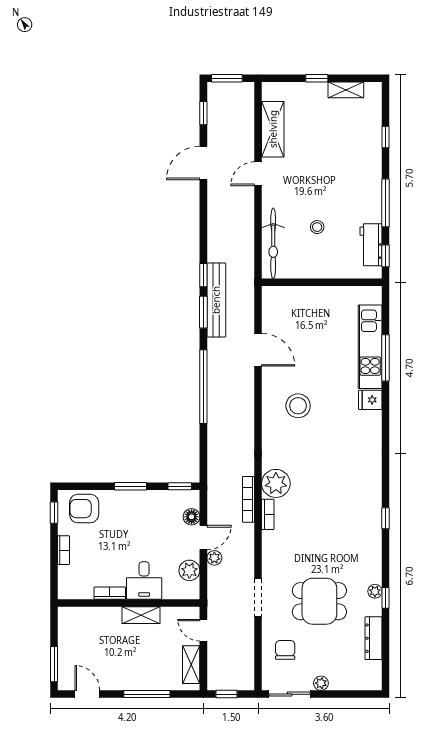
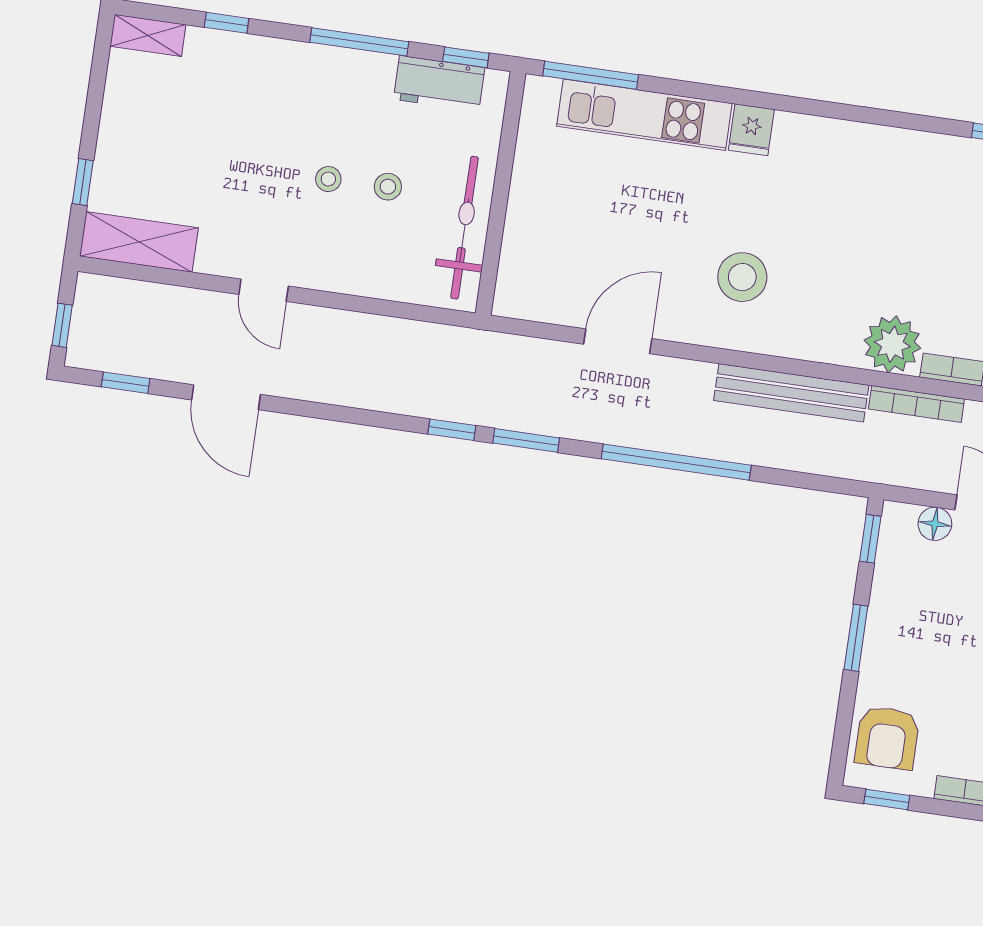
window: (227, 78) -> (62, 325), width x0.67
window: (317, 78) -> (83, 182), moved
shelving: (346, 90) -> (148, 35), moved, turned 90
shelving: (273, 129) -> (139, 242), moved
stool: (317, 198) -> (328, 179), added
bicycle: (273, 243) -> (465, 228), moved, turned -90
bench: (216, 300) -> (791, 393), moved
window: (386, 358) -> (591, 75), moved

